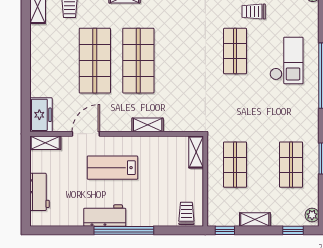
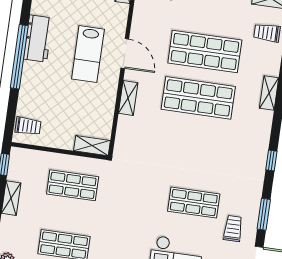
door: (86, 134) -> (125, 53), moved
lab bench: (112, 168) -> (88, 54), turned 180

